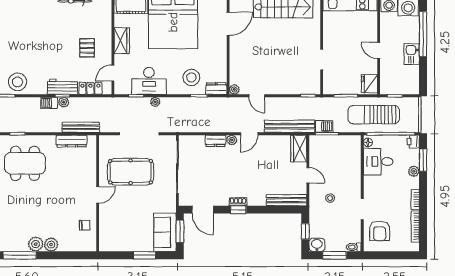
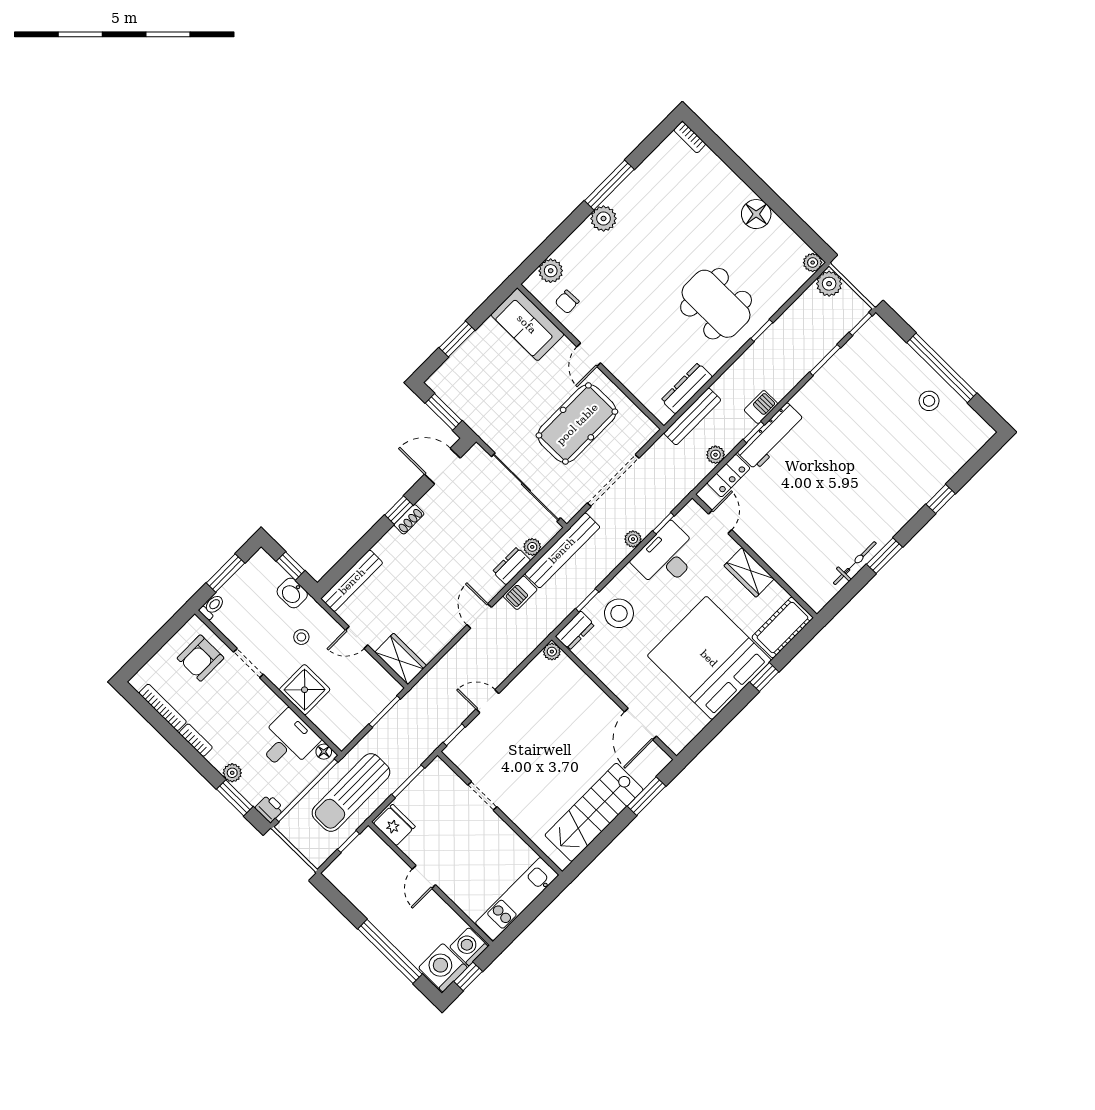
pallet: (87, 48) -> (783, 521), removed
door: (379, 50) -> (424, 877), swing flipped
kitchen sink: (412, 54) -> (379, 913), removed
stool: (17, 82) -> (825, 394), removed
workbench: (63, 87) -> (771, 436), width x1.38
door: (257, 96) -> (487, 701), moved
plant: (64, 102) -> (716, 455), moved
sun lounger: (374, 115) -> (351, 793), turned 180
bench: (290, 126) -> (562, 550), moved
barbecue: (324, 126) -> (520, 593), moved
plant: (232, 140) -> (532, 547), moved
dining table: (25, 163) -> (716, 304), turned 90
shower: (350, 175) -> (305, 690), added
armchair: (380, 231) -> (200, 658), turned -90
sofa: (165, 232) -> (527, 324), moved, turned 180
plant: (51, 245) -> (551, 271), moved
washbasin: (317, 245) -> (292, 593), moved, turned 90

